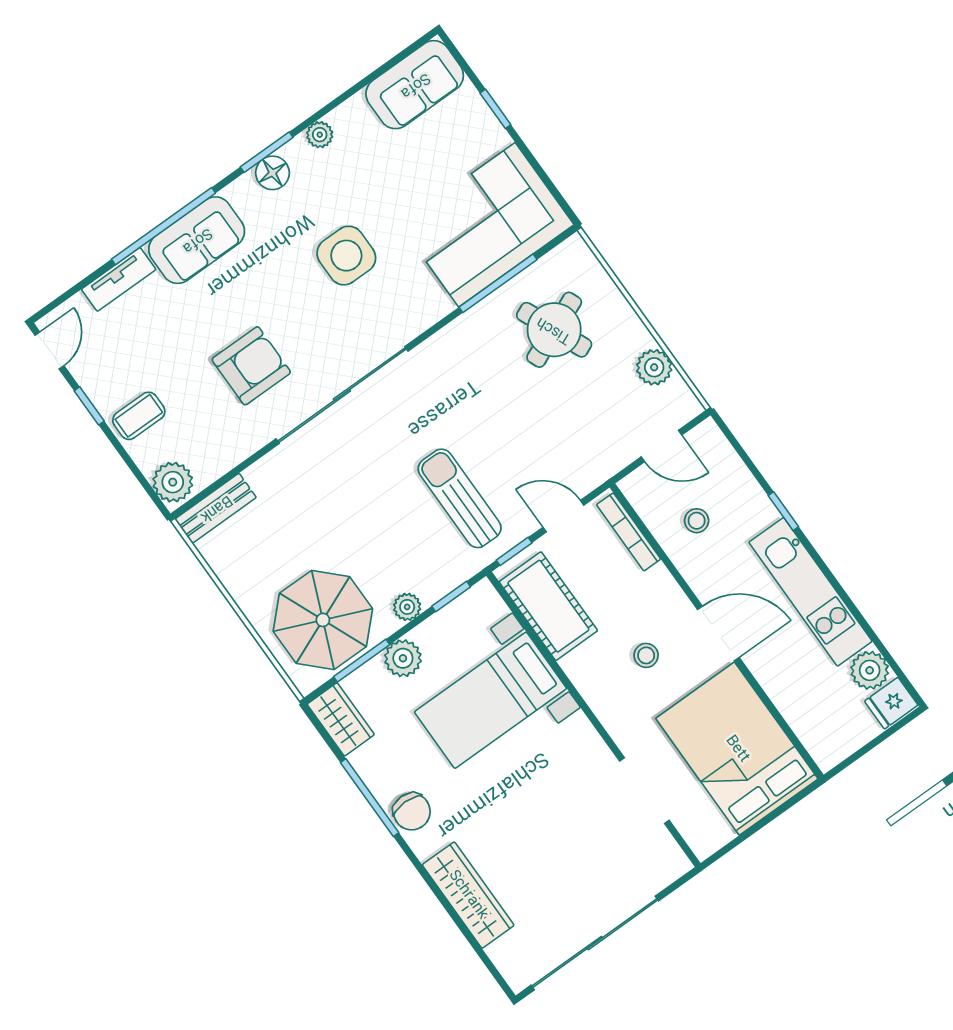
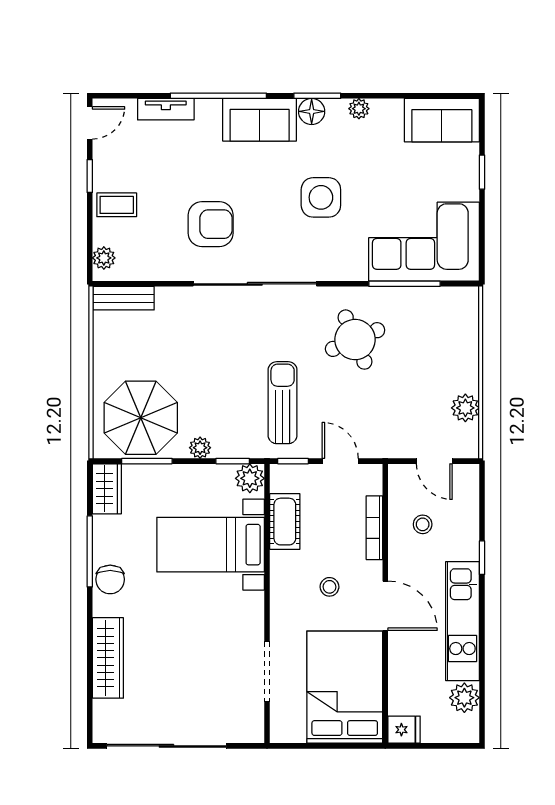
sofa: (197, 240) -> (260, 120), moved
round table: (554, 330) -> (355, 340), moved
plant: (173, 482) -> (104, 258), width x0.73, depth x0.73
bookcase: (629, 532) -> (374, 528), moved
cot: (548, 606) -> (285, 522), width x0.73, depth x0.75
plant: (403, 658) -> (250, 478), moved
fridge: (891, 703) -> (404, 730), moved, turned 180

